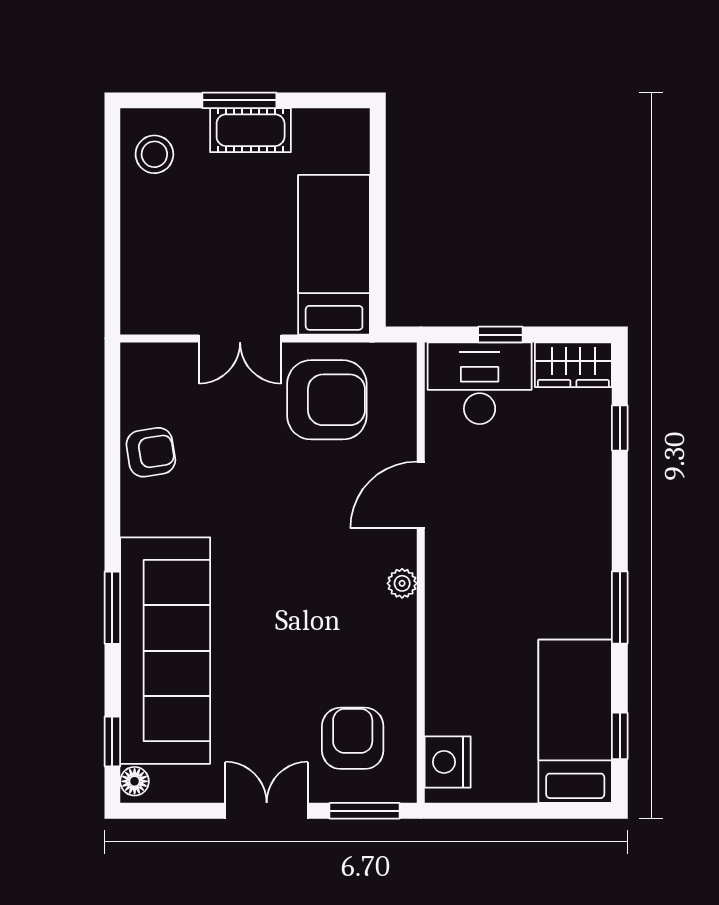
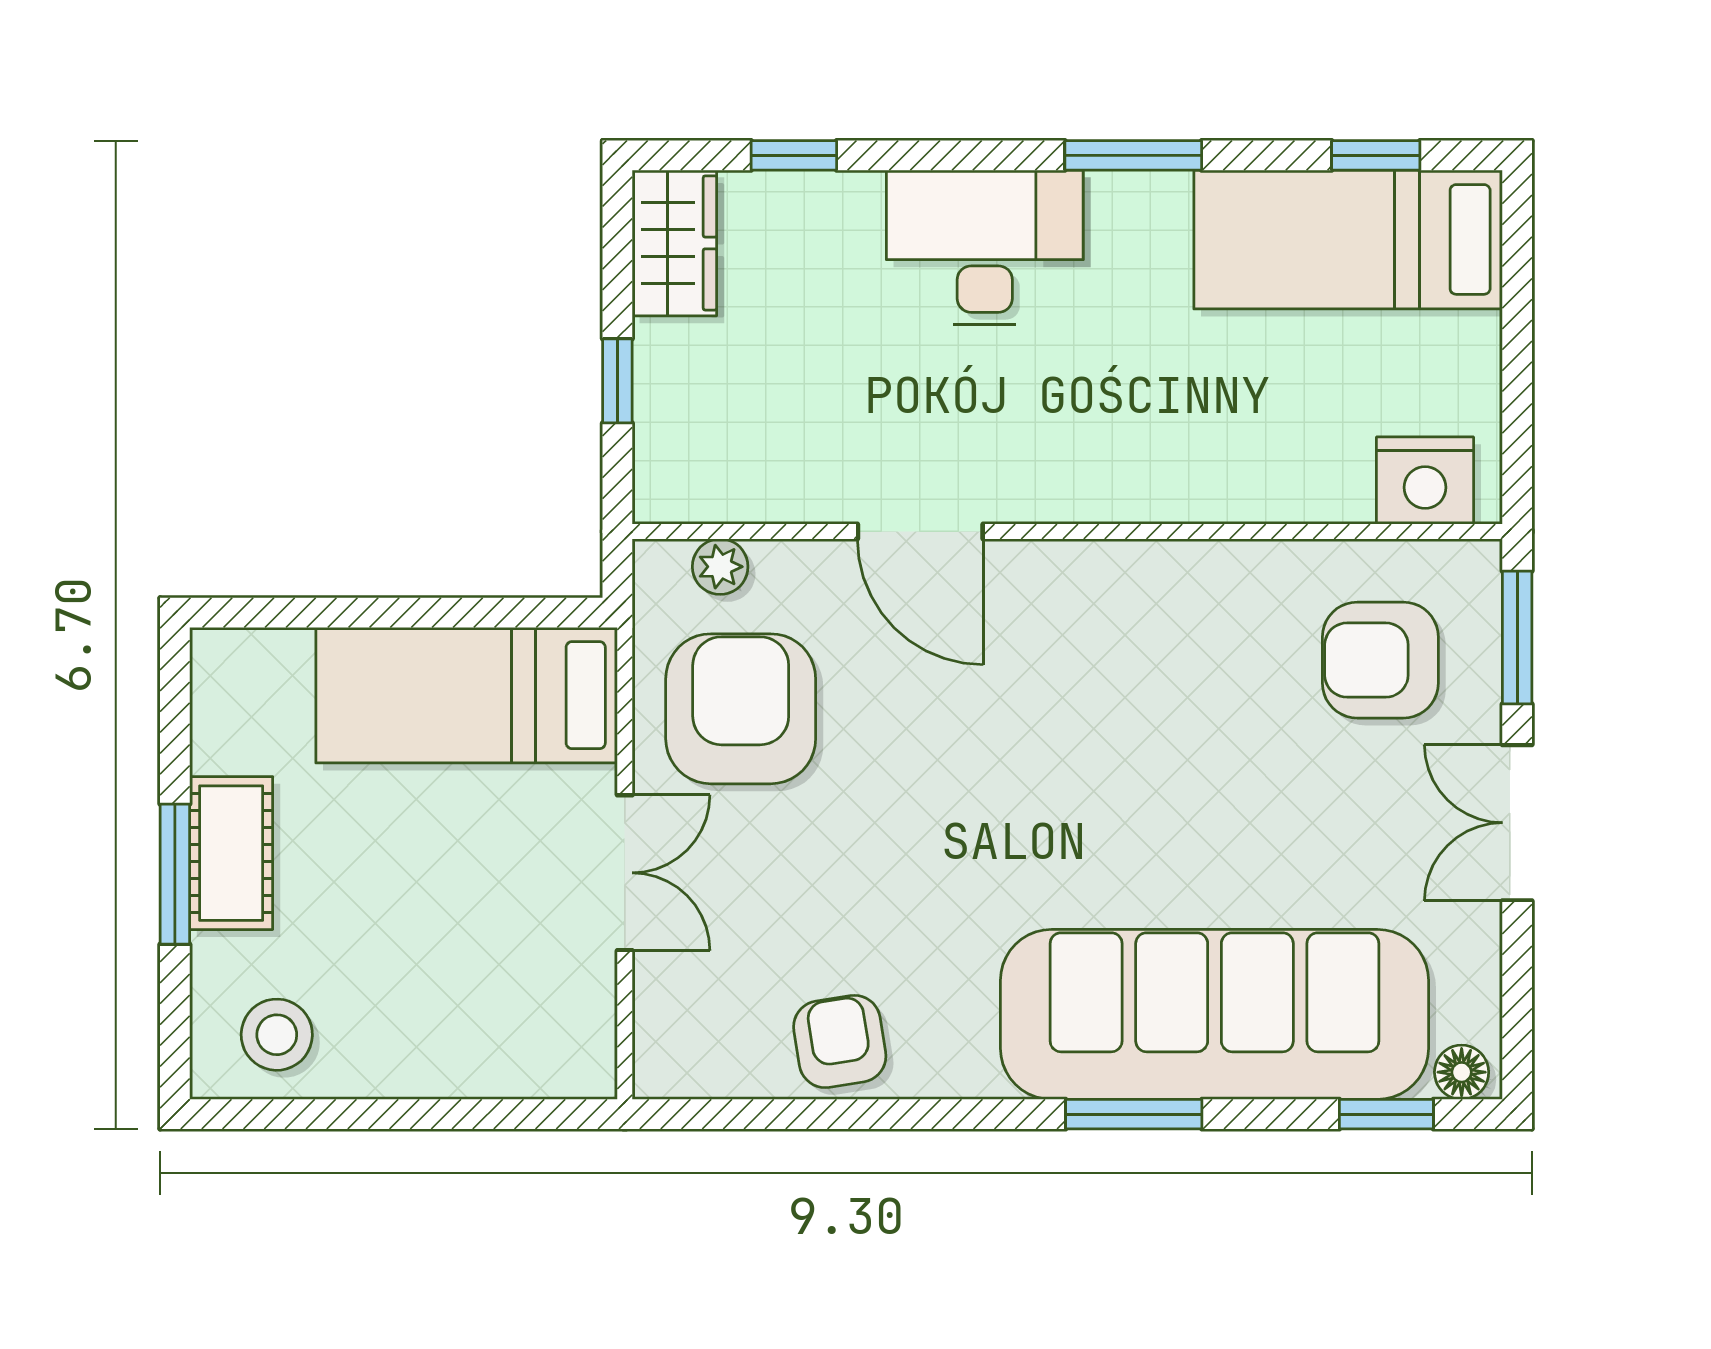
desk: (480, 383) -> (985, 247), moved, turned 90
plant: (402, 583) -> (720, 567), moved

